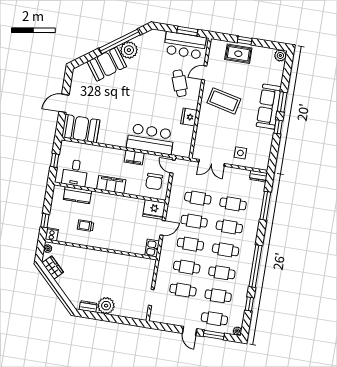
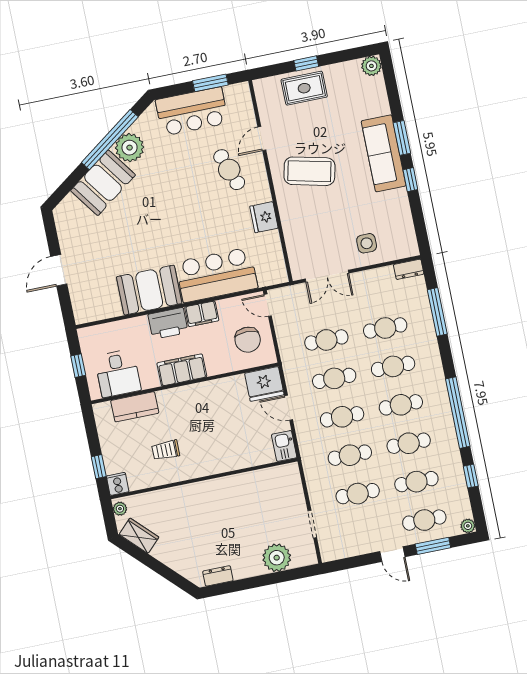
bar counter: (185, 45) -> (192, 111), moved
booth: (81, 129) -> (149, 290), moved
printer: (113, 156) -> (168, 323), added
door: (163, 228) -> (289, 408), swing flipped
plant: (106, 306) -> (277, 558), moved

